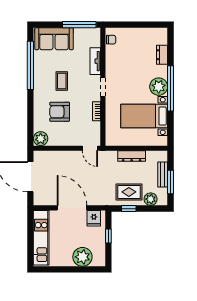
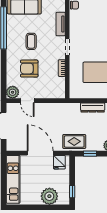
door: (90, 148) -> (27, 101), moved
rug: (129, 192) -> (74, 141), moved
window: (108, 236) -> (72, 192), moved

